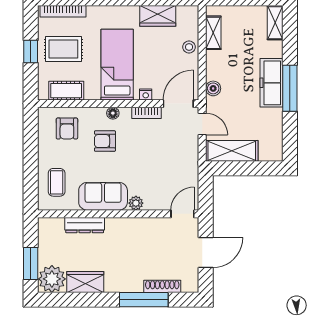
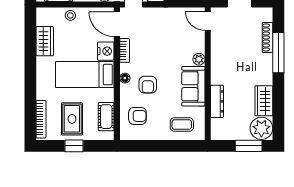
nightstand: (146, 94) -> (106, 51), width x1.89, depth x1.79

